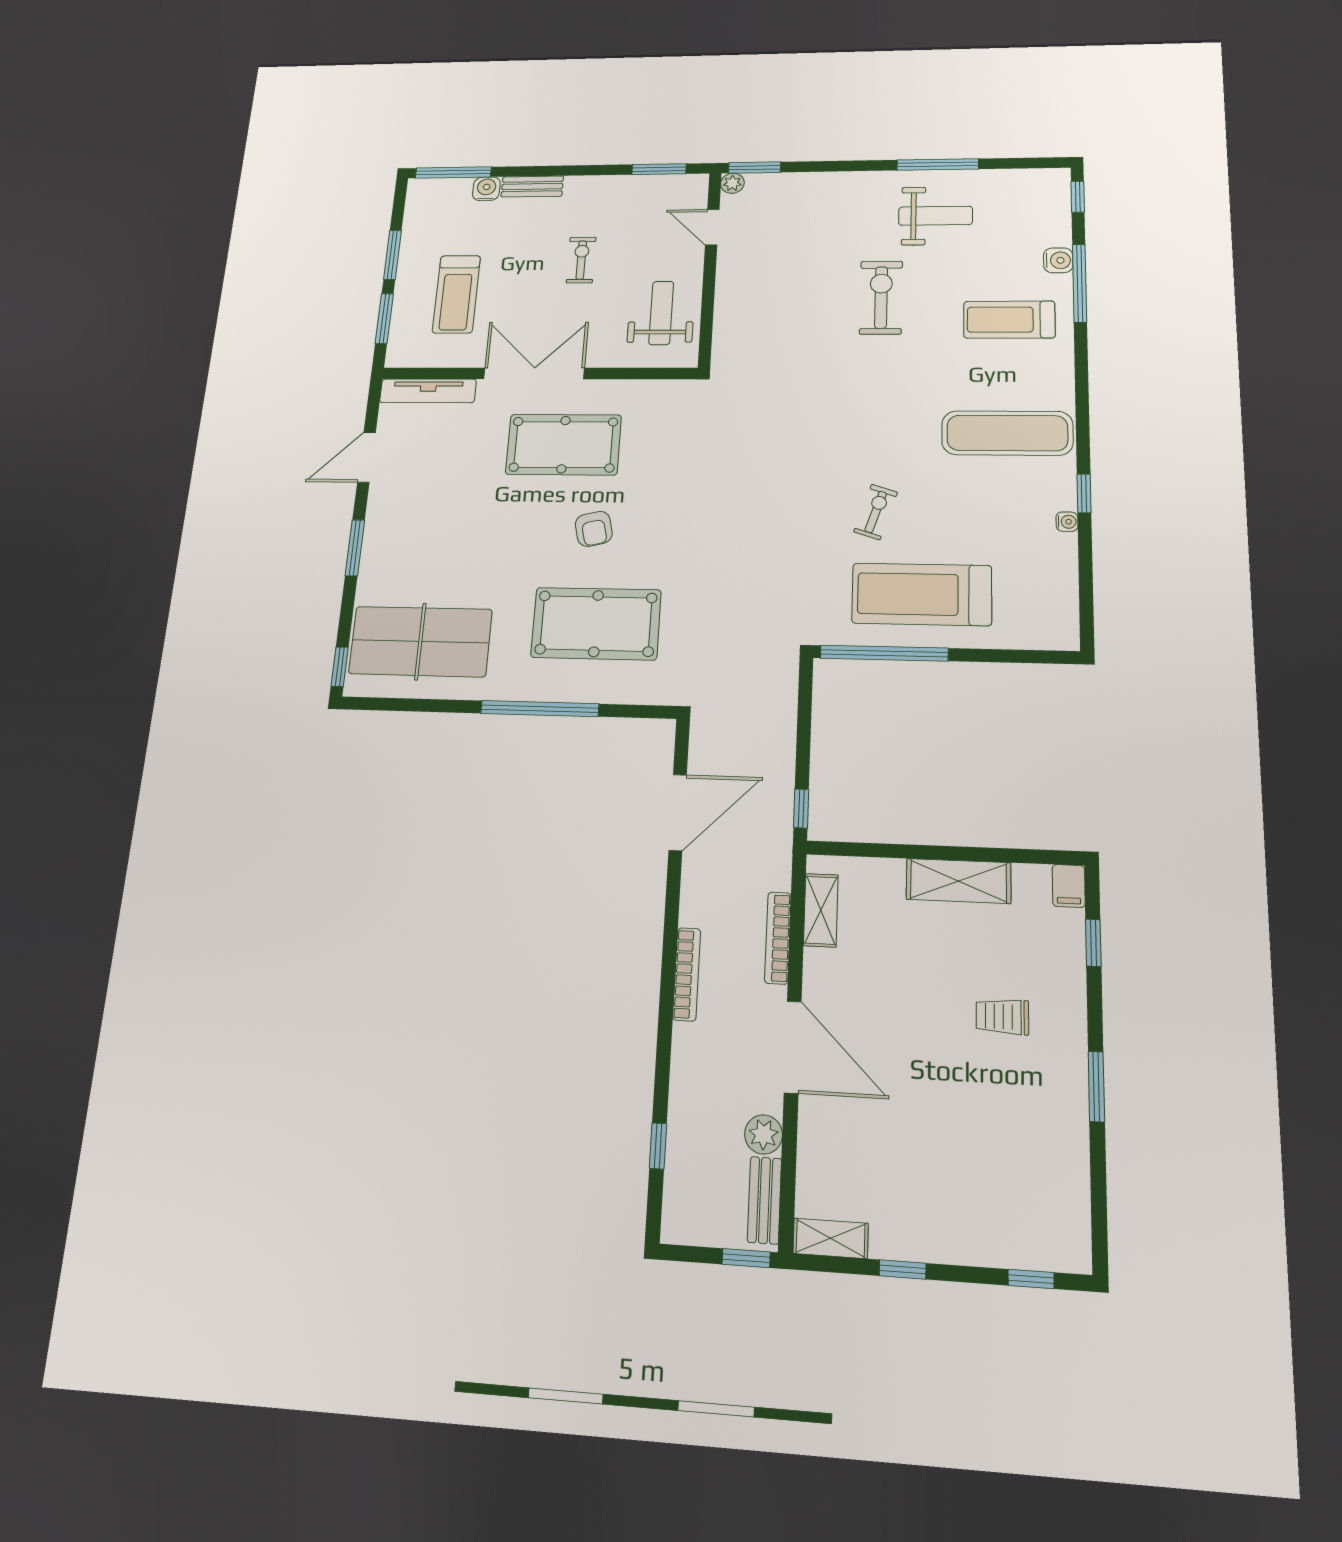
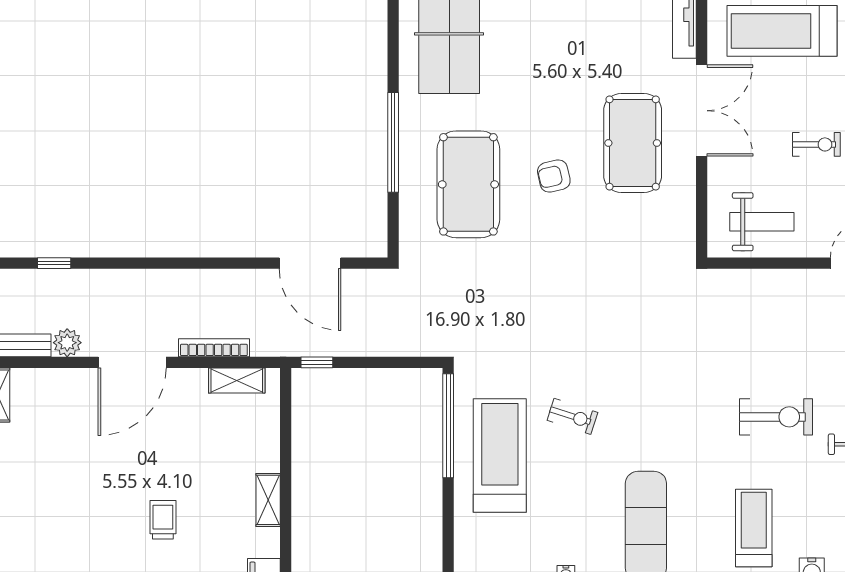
treadmill: (456, 294) -> (782, 31), width x1.37, depth x1.38
shelving: (958, 881) -> (268, 500), width x0.67, depth x0.75
bookcase: (687, 974) -> (183, 278), removed

